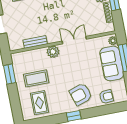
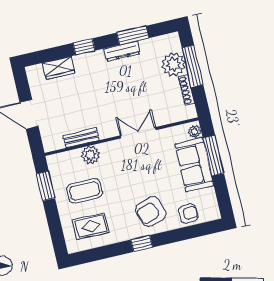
plant: (53, 52) -> (91, 155), moved
rug: (40, 103) -> (91, 226), turned 90

